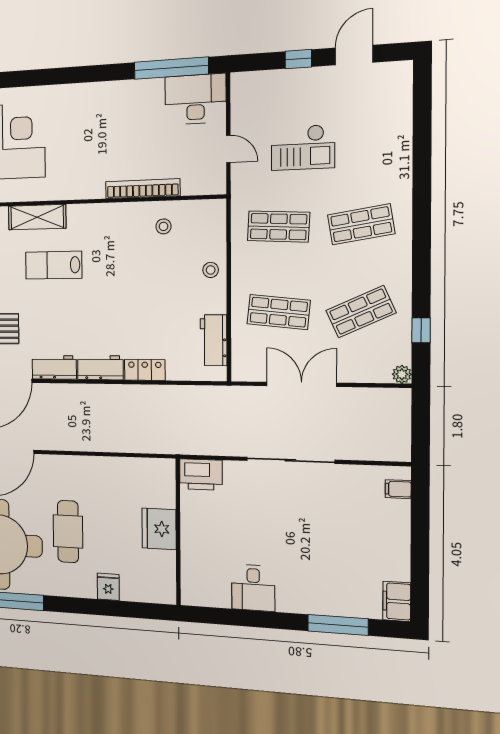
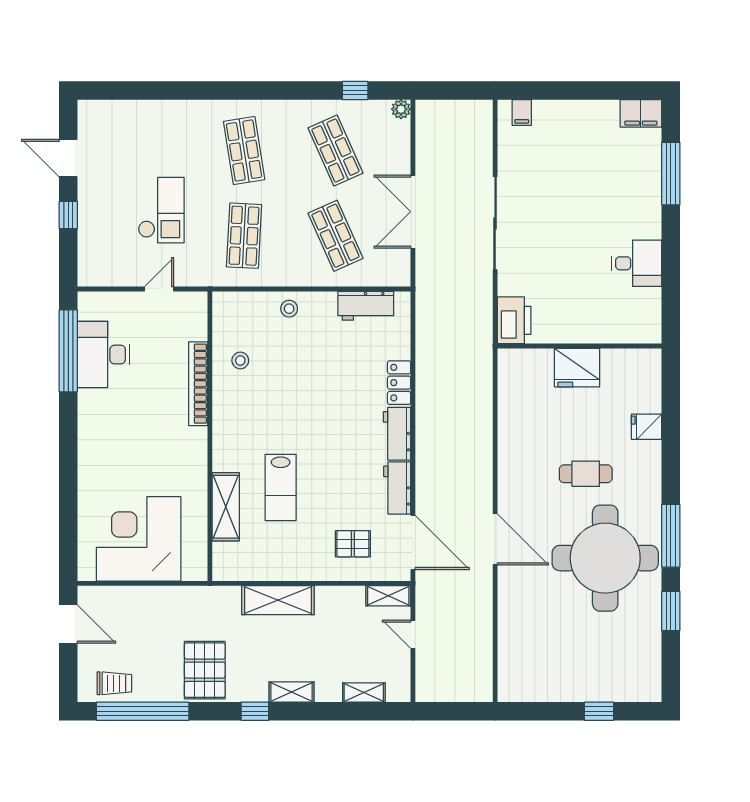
desk: (195, 99) -> (104, 355), moved
shop shelf: (279, 312) -> (335, 236), turned -30
cafe table: (68, 532) -> (586, 474), width x0.73, depth x0.74

